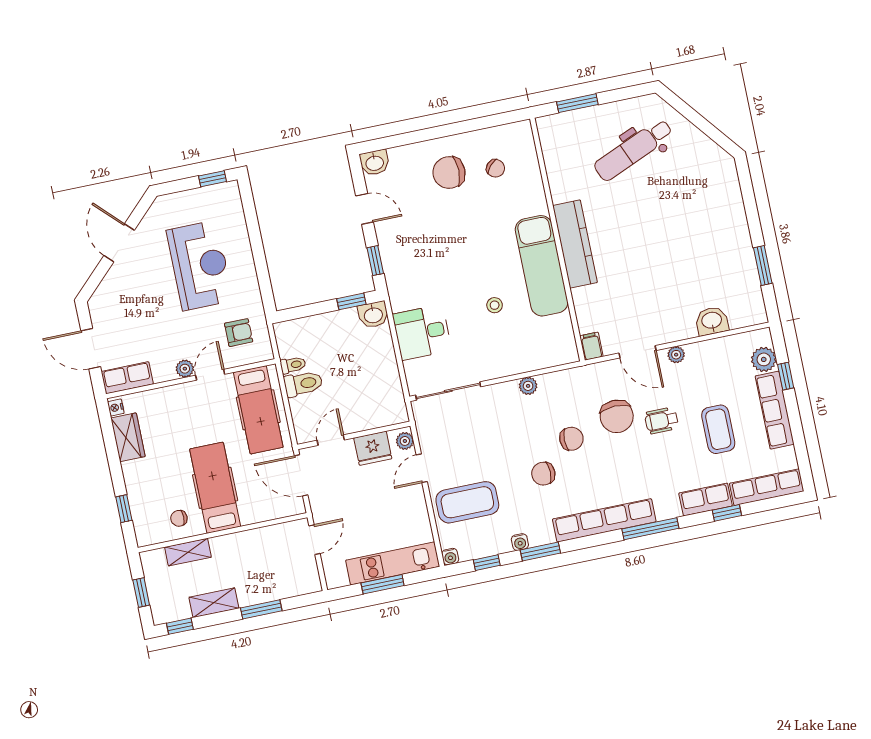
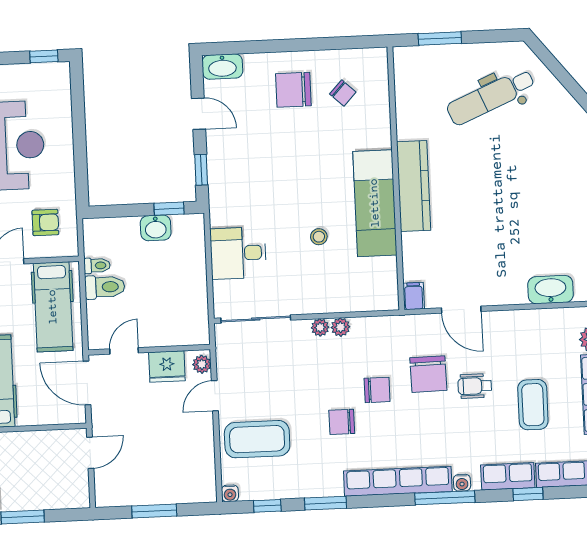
washbasin: (375, 163) -> (222, 67), width x1.38
washbasin: (373, 315) -> (156, 228), moved
washbasin: (712, 321) -> (551, 290), width x1.38
plant: (676, 355) -> (320, 327), moved
water cooler: (520, 542) -> (462, 483), moved
kitchen unit: (393, 563) -> (168, 491), removed

